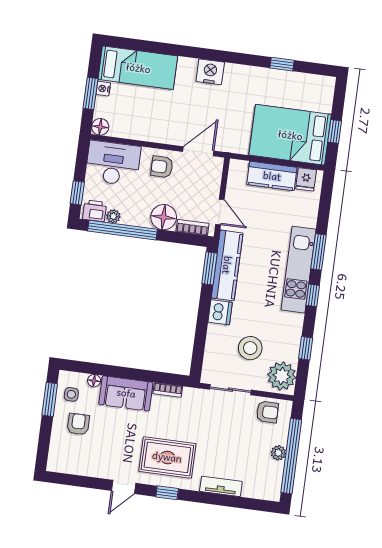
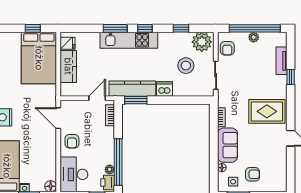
floor lamp: (164, 217) -> (106, 136), removed
armchair: (267, 412) -> (227, 48), turned 180
armchair: (78, 424) -> (252, 174), turned 180
rug: (167, 457) -> (267, 111), turned 90
tv unit: (221, 486) -> (281, 61), moved
window: (167, 493) -> (291, 77), moved

